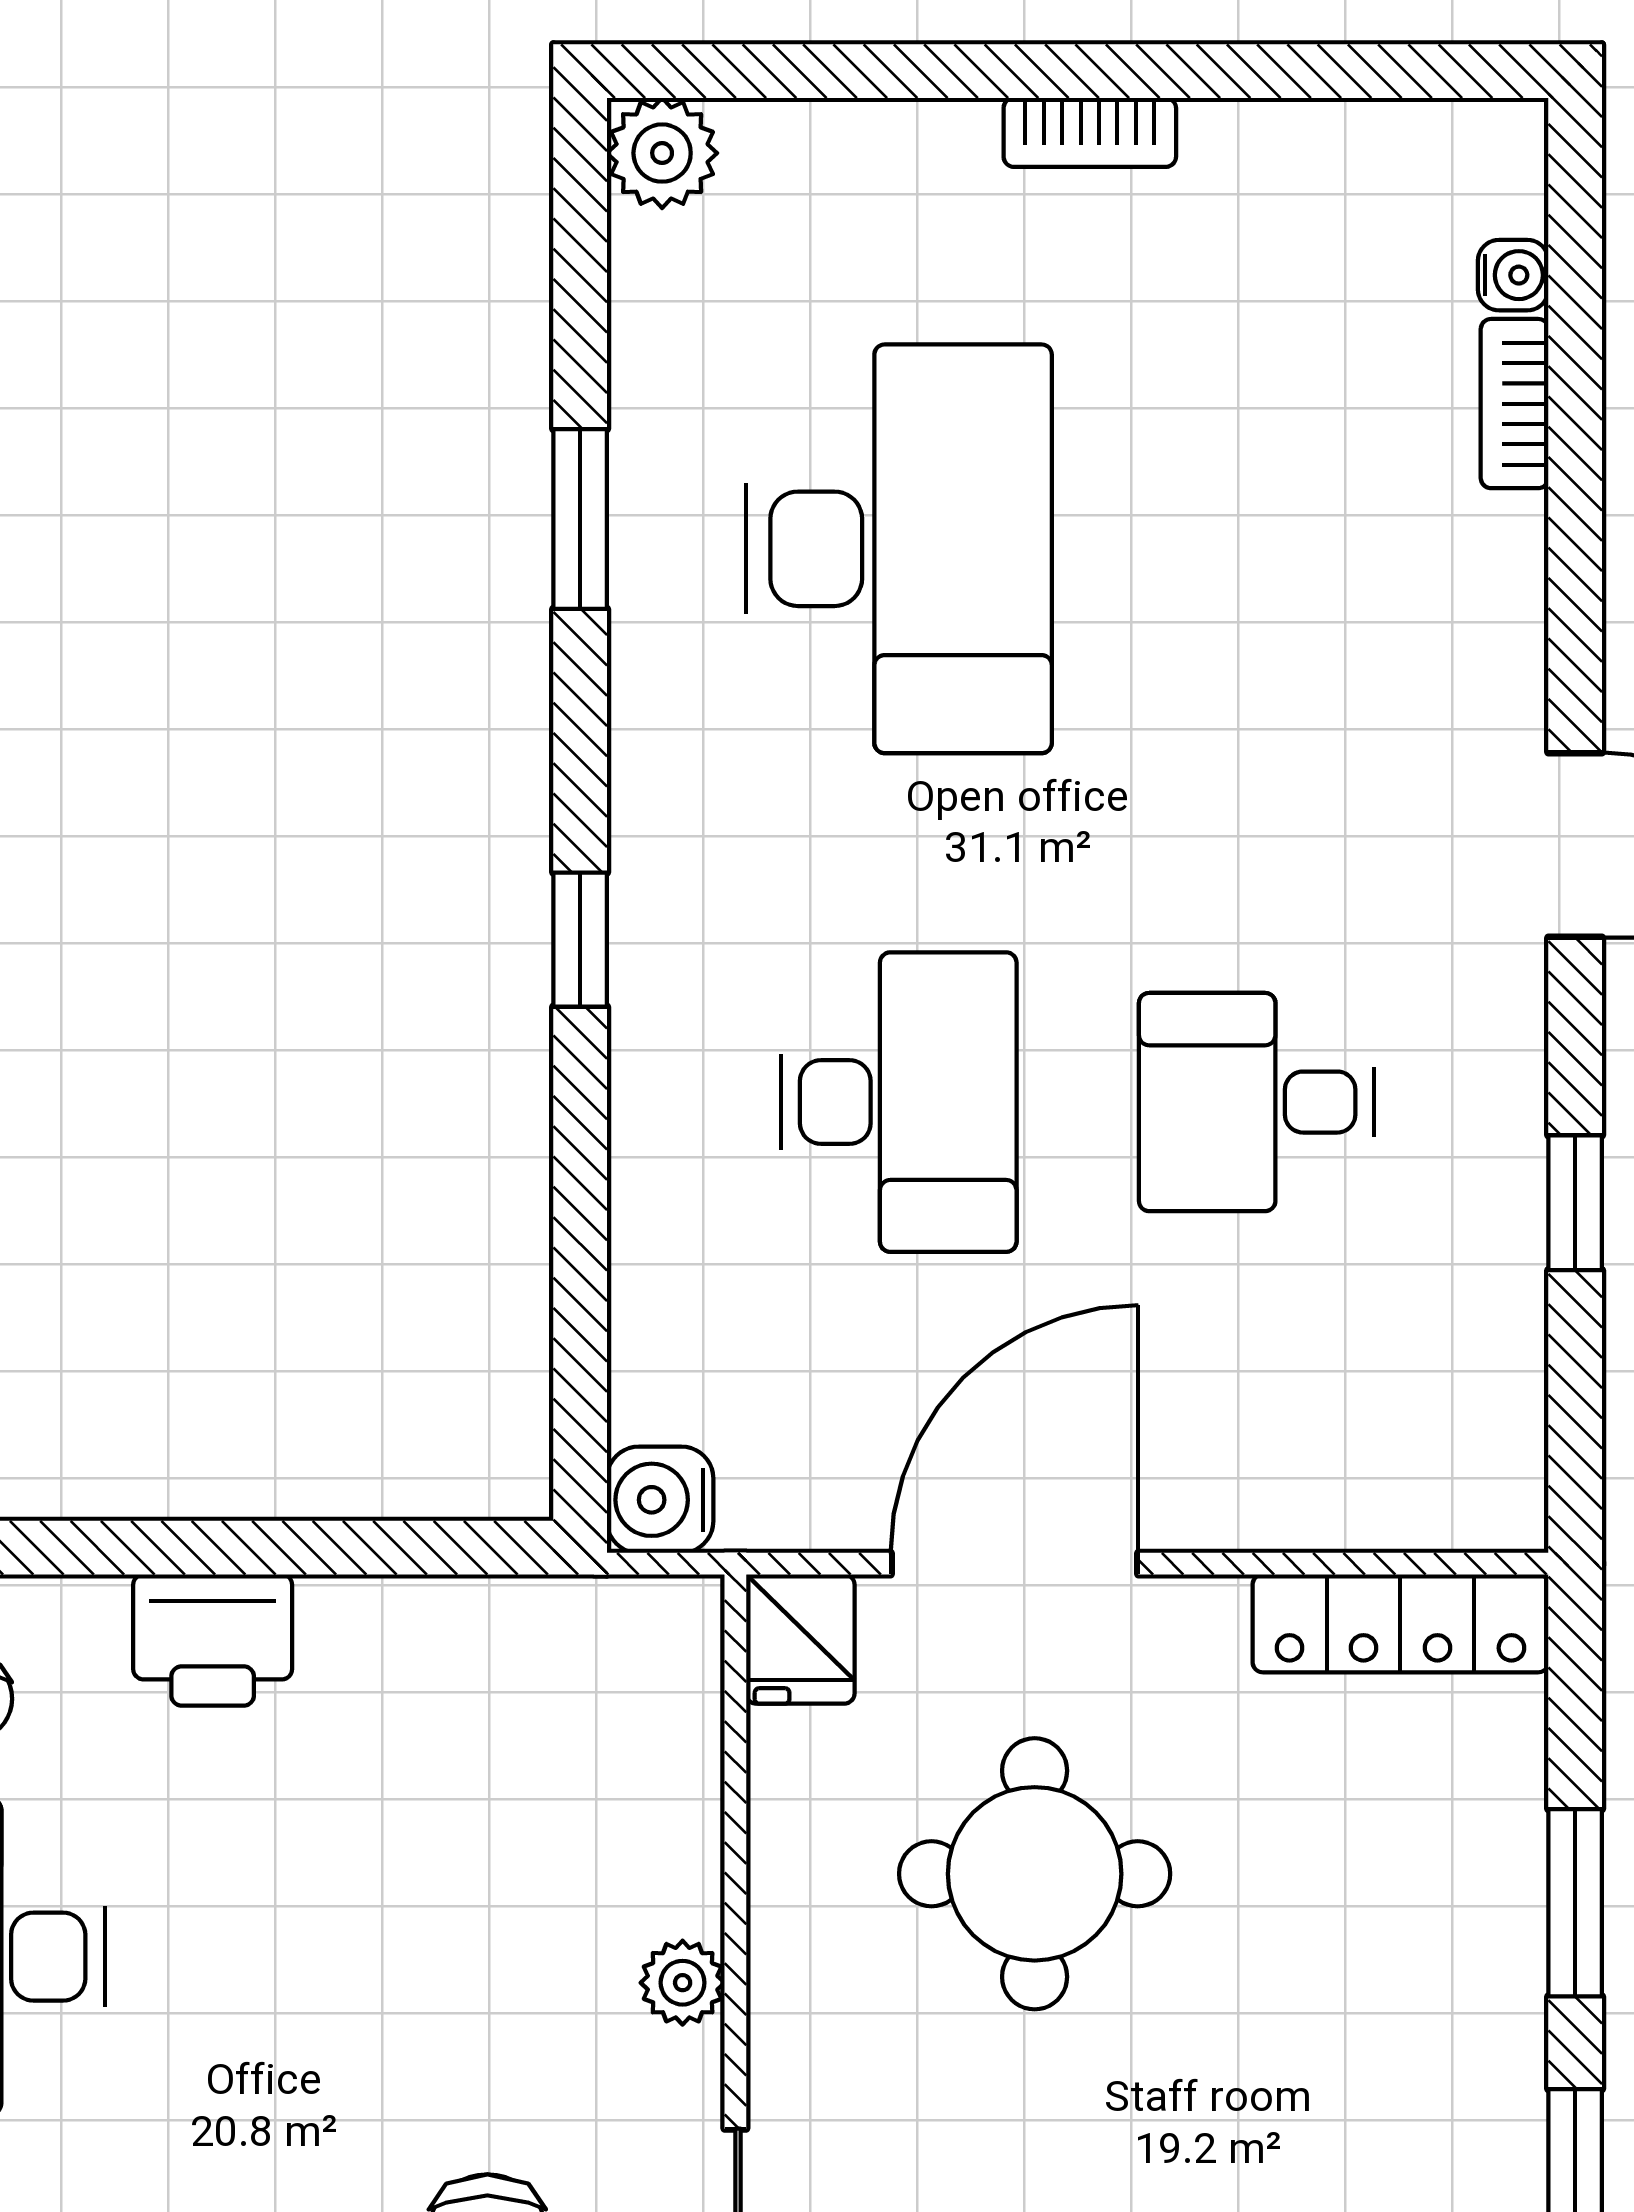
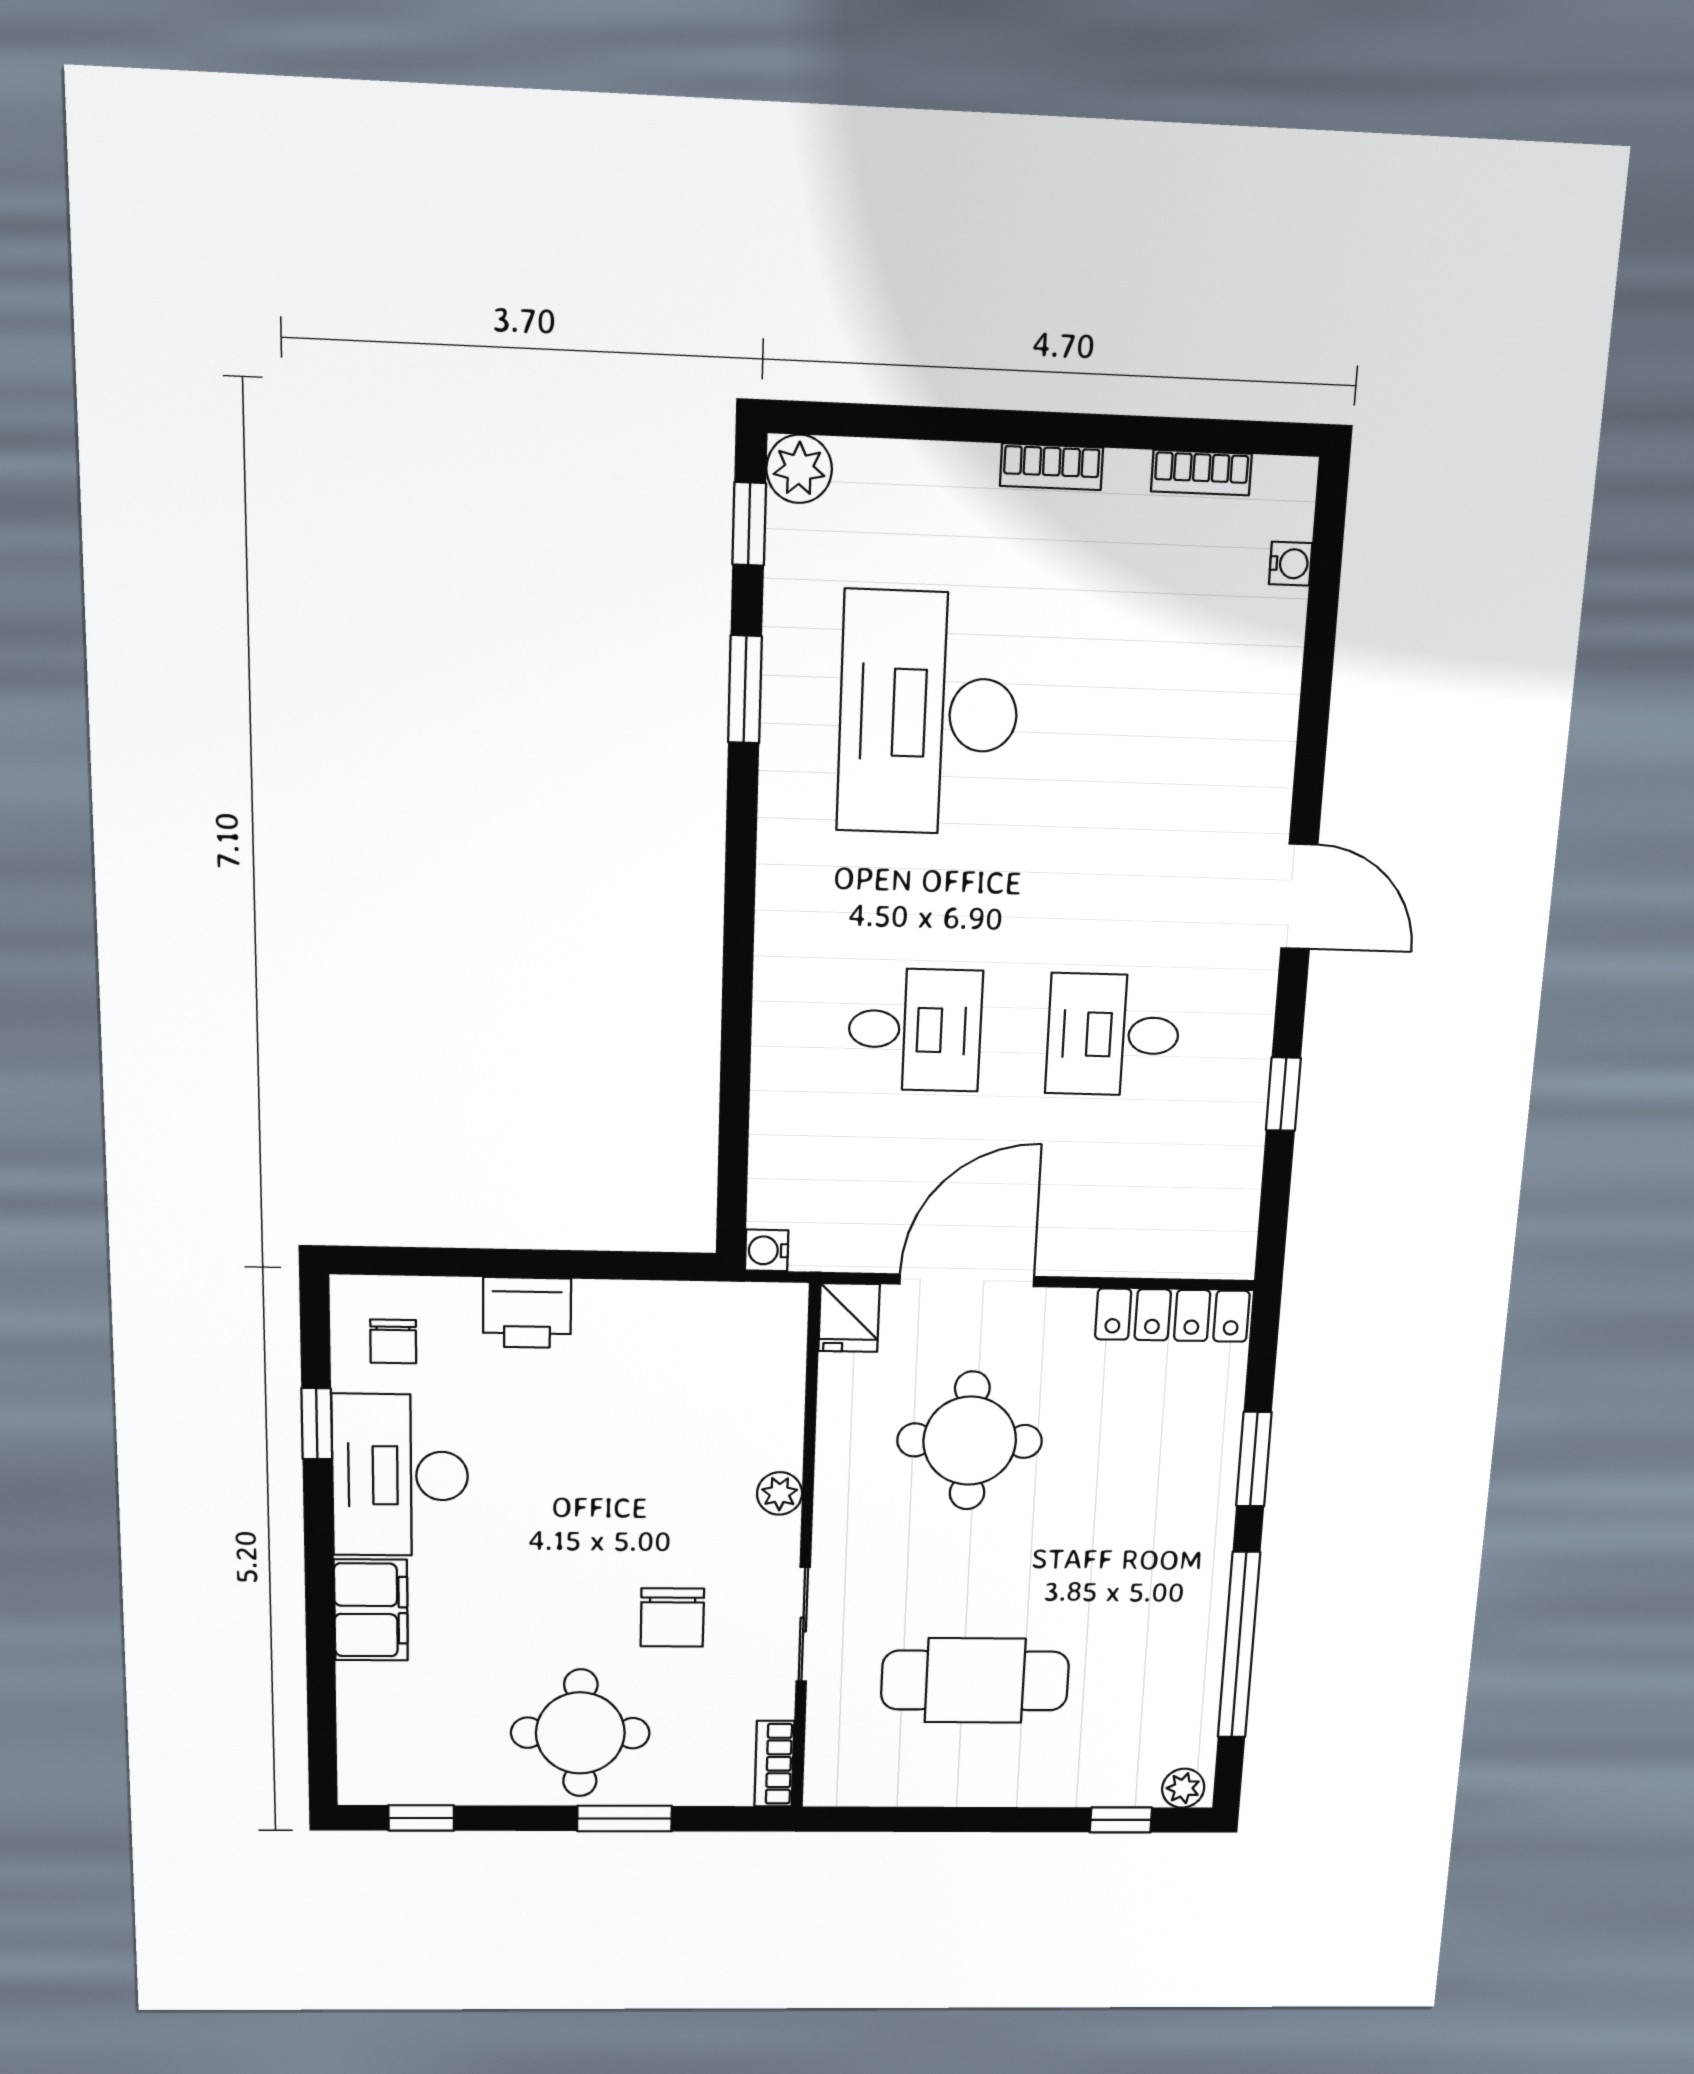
bookcase: (1515, 404) -> (1201, 473), moved, turned -90
desk: (899, 549) -> (929, 714), turned 180
window: (580, 940) -> (749, 524), moved
desk: (899, 1102) -> (915, 1030), width x0.73
water cooler: (660, 1500) -> (767, 1250), width x0.72, depth x0.72

